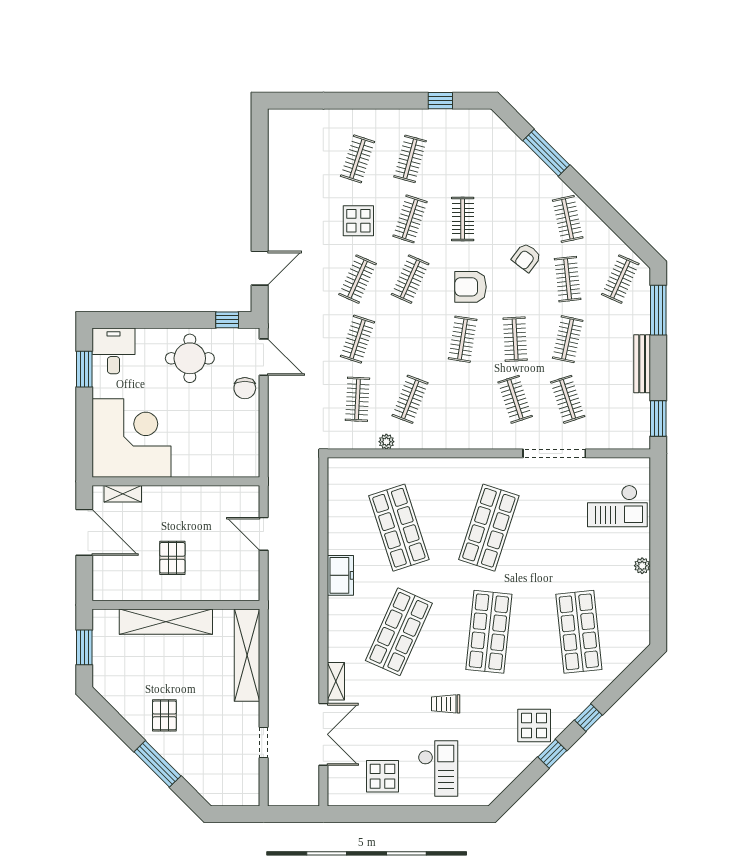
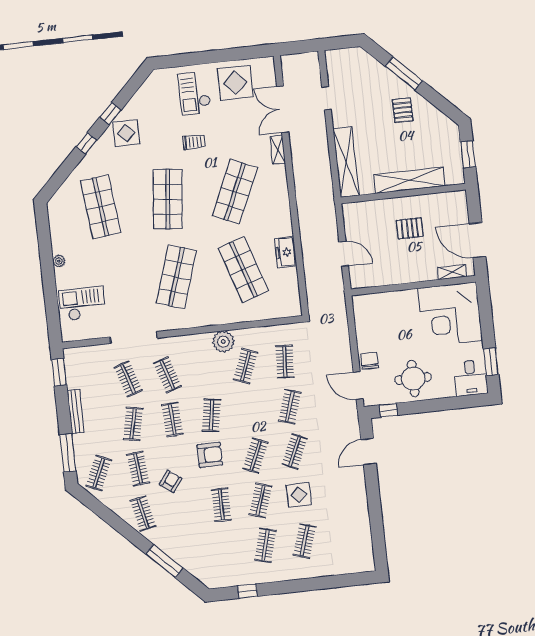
plant: (386, 442) -> (223, 342), moved, width x1.88, depth x1.88
pallet: (172, 558) -> (410, 228), turned 90
freezer: (340, 575) -> (286, 252), moved
display table: (382, 776) -> (235, 83), width x1.36, depth x1.36

